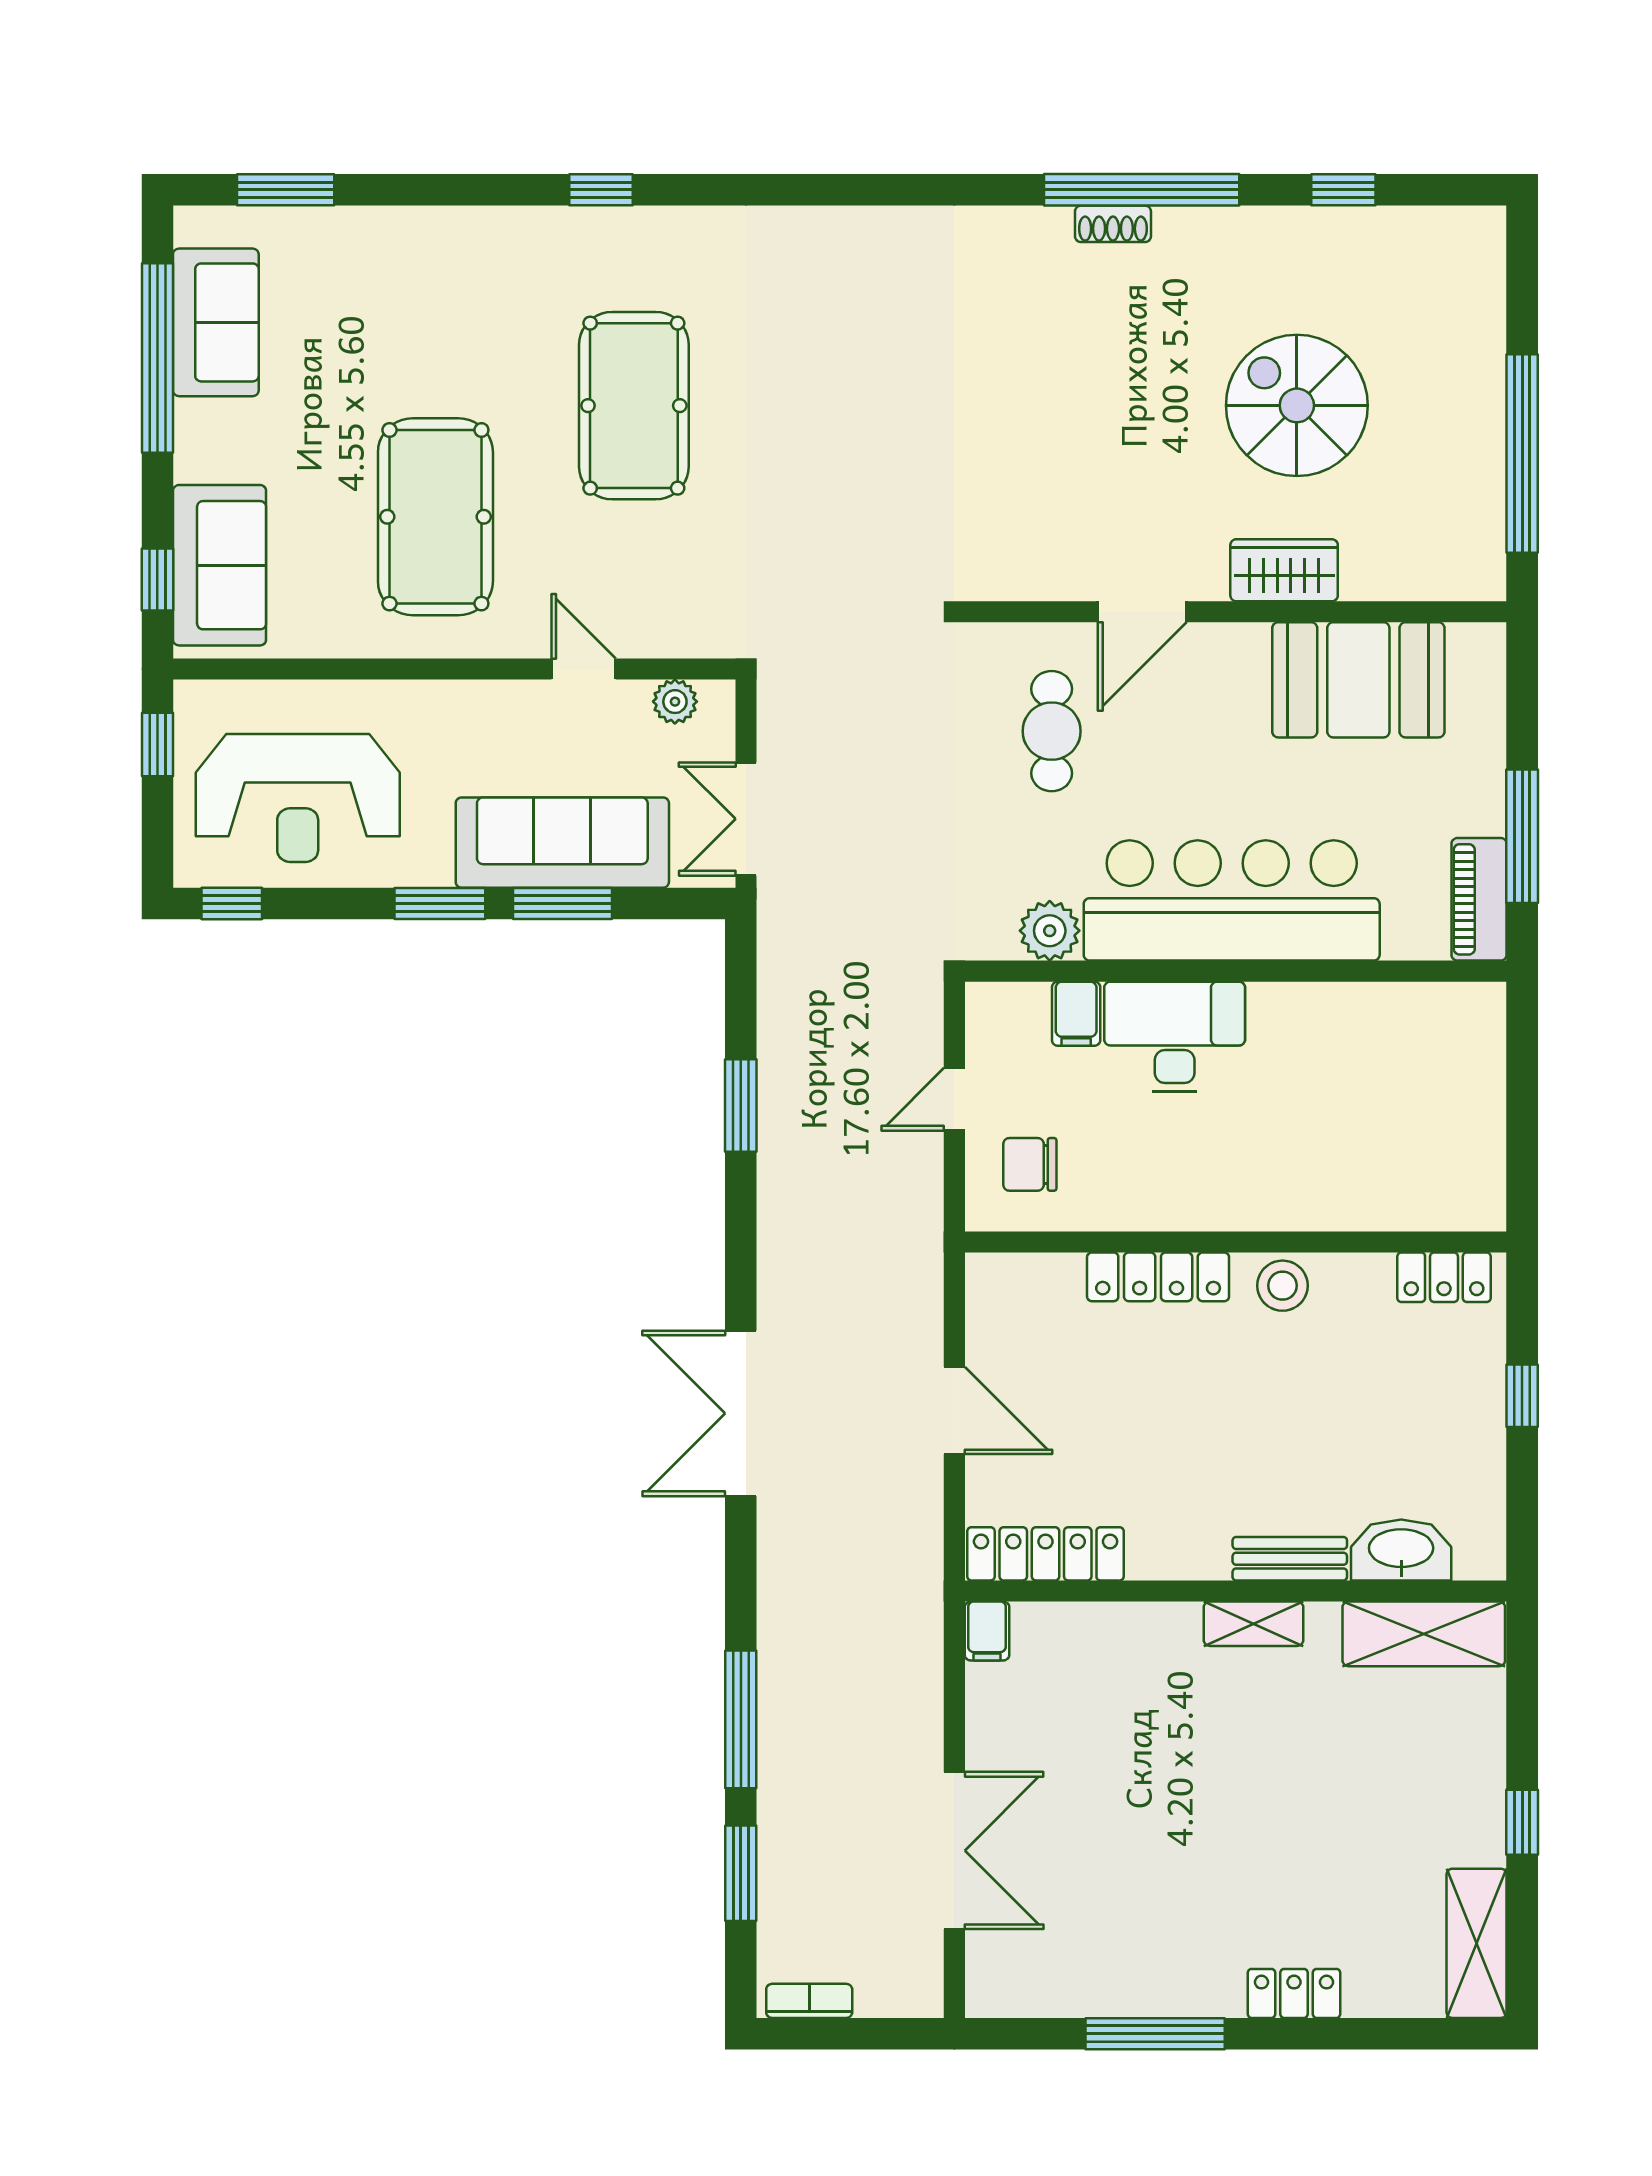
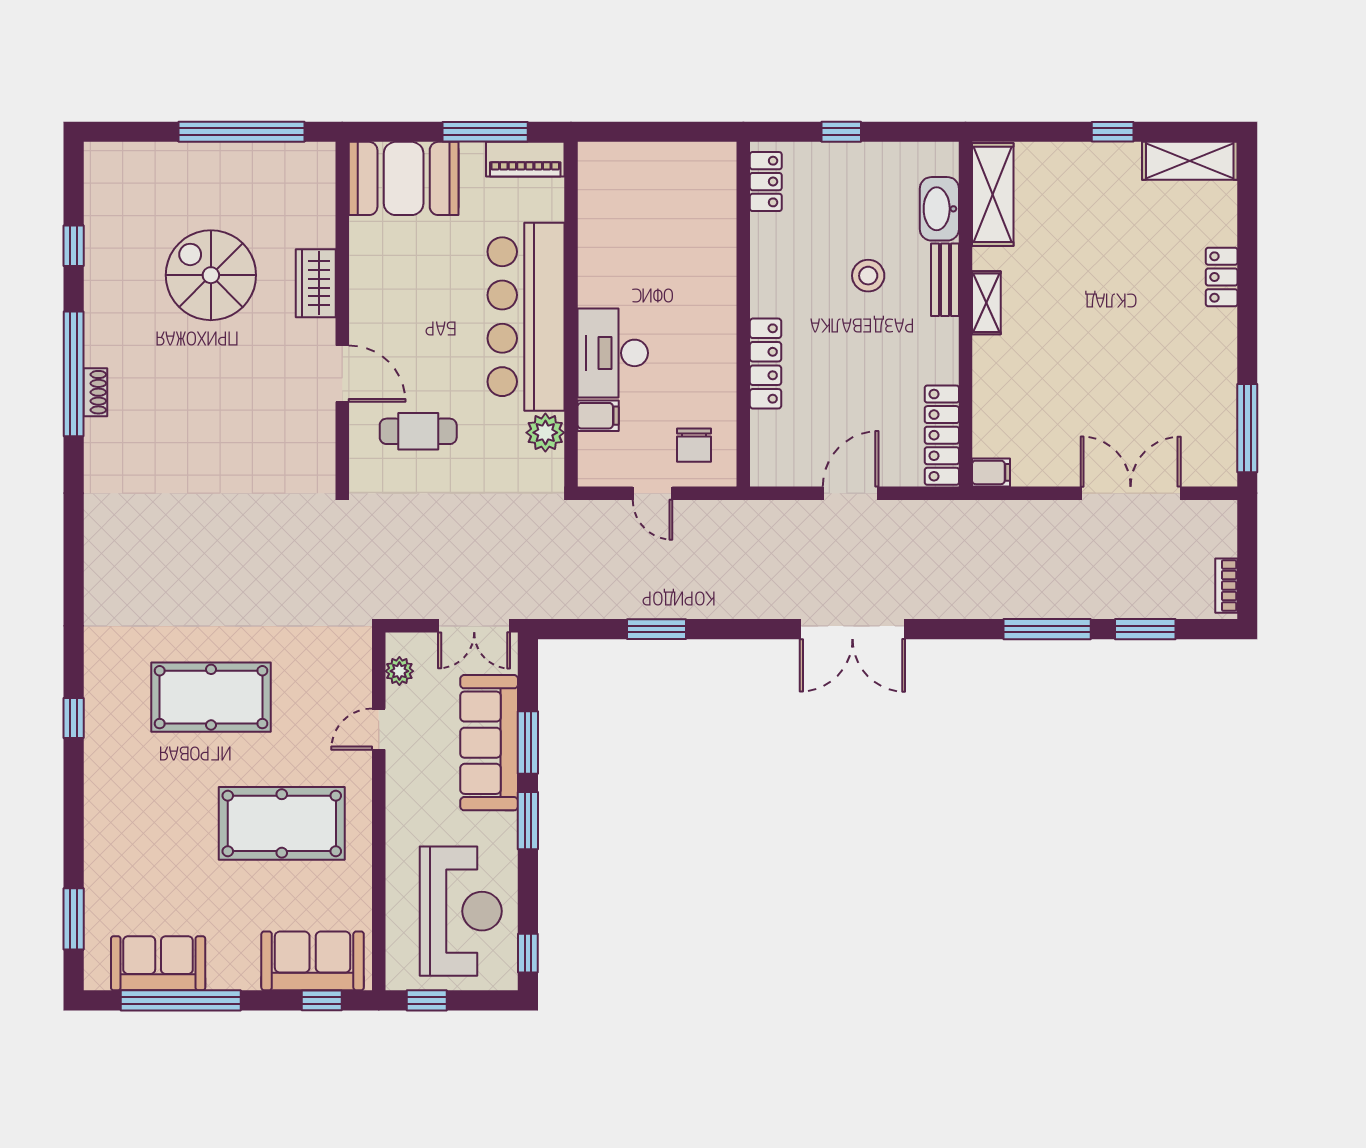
spiral stairs: (1297, 405) -> (211, 275), turned 90
booth: (1358, 680) -> (404, 178), moved, turned 90
stool: (1282, 1286) -> (868, 276), moved
window: (1155, 2034) -> (1247, 428), moved

